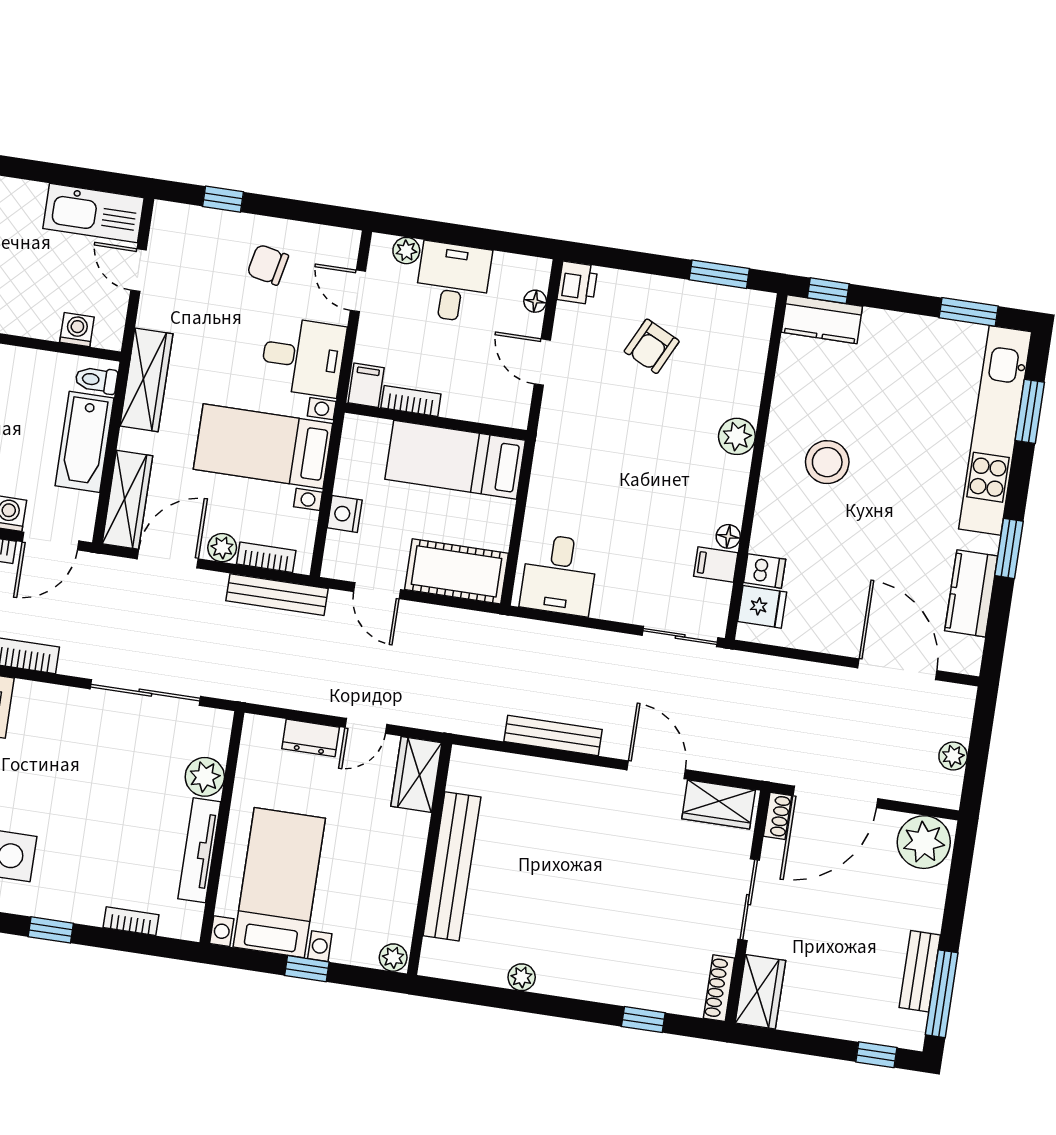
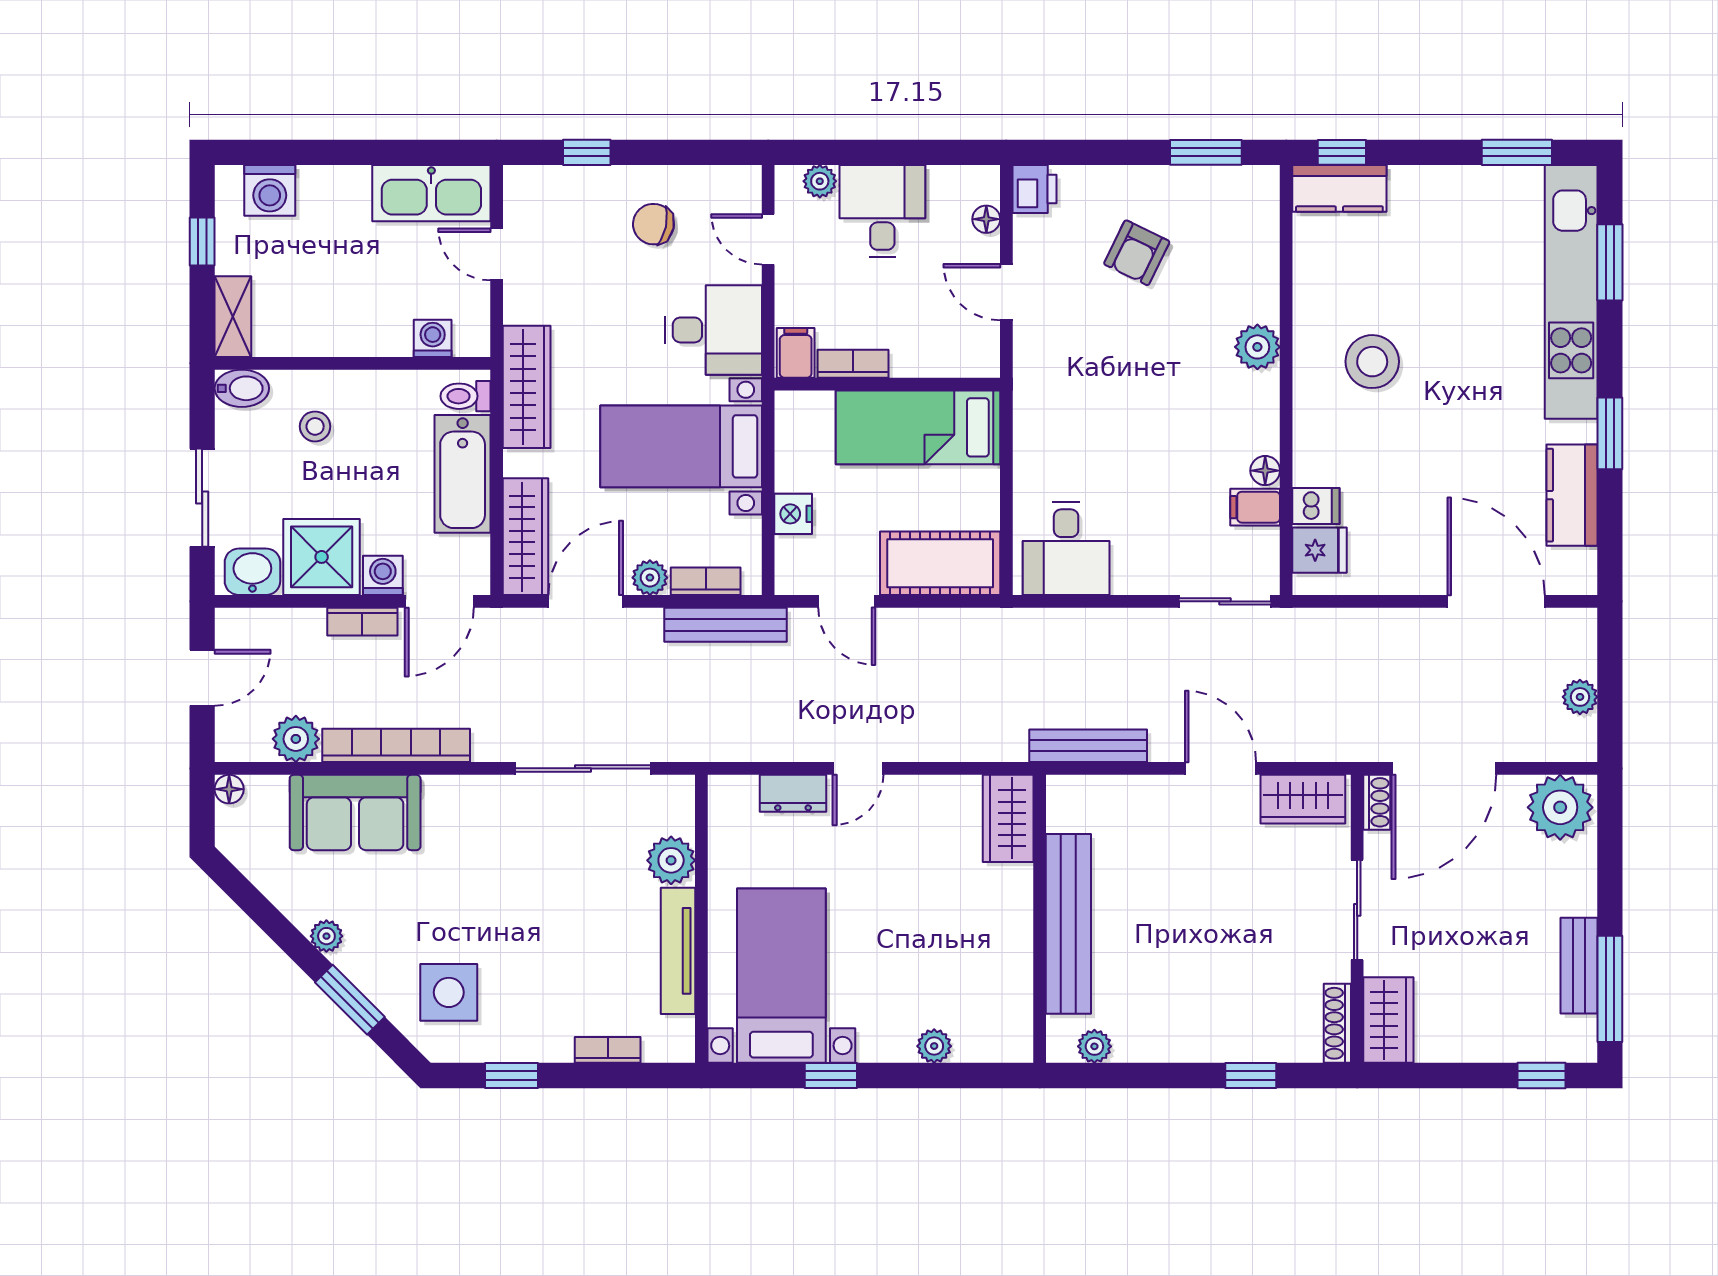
wardrobe: (416, 774) -> (1008, 818), moved
wall: (430, 859) -> (1040, 919), moved
bench: (452, 866) -> (1068, 924), moved

